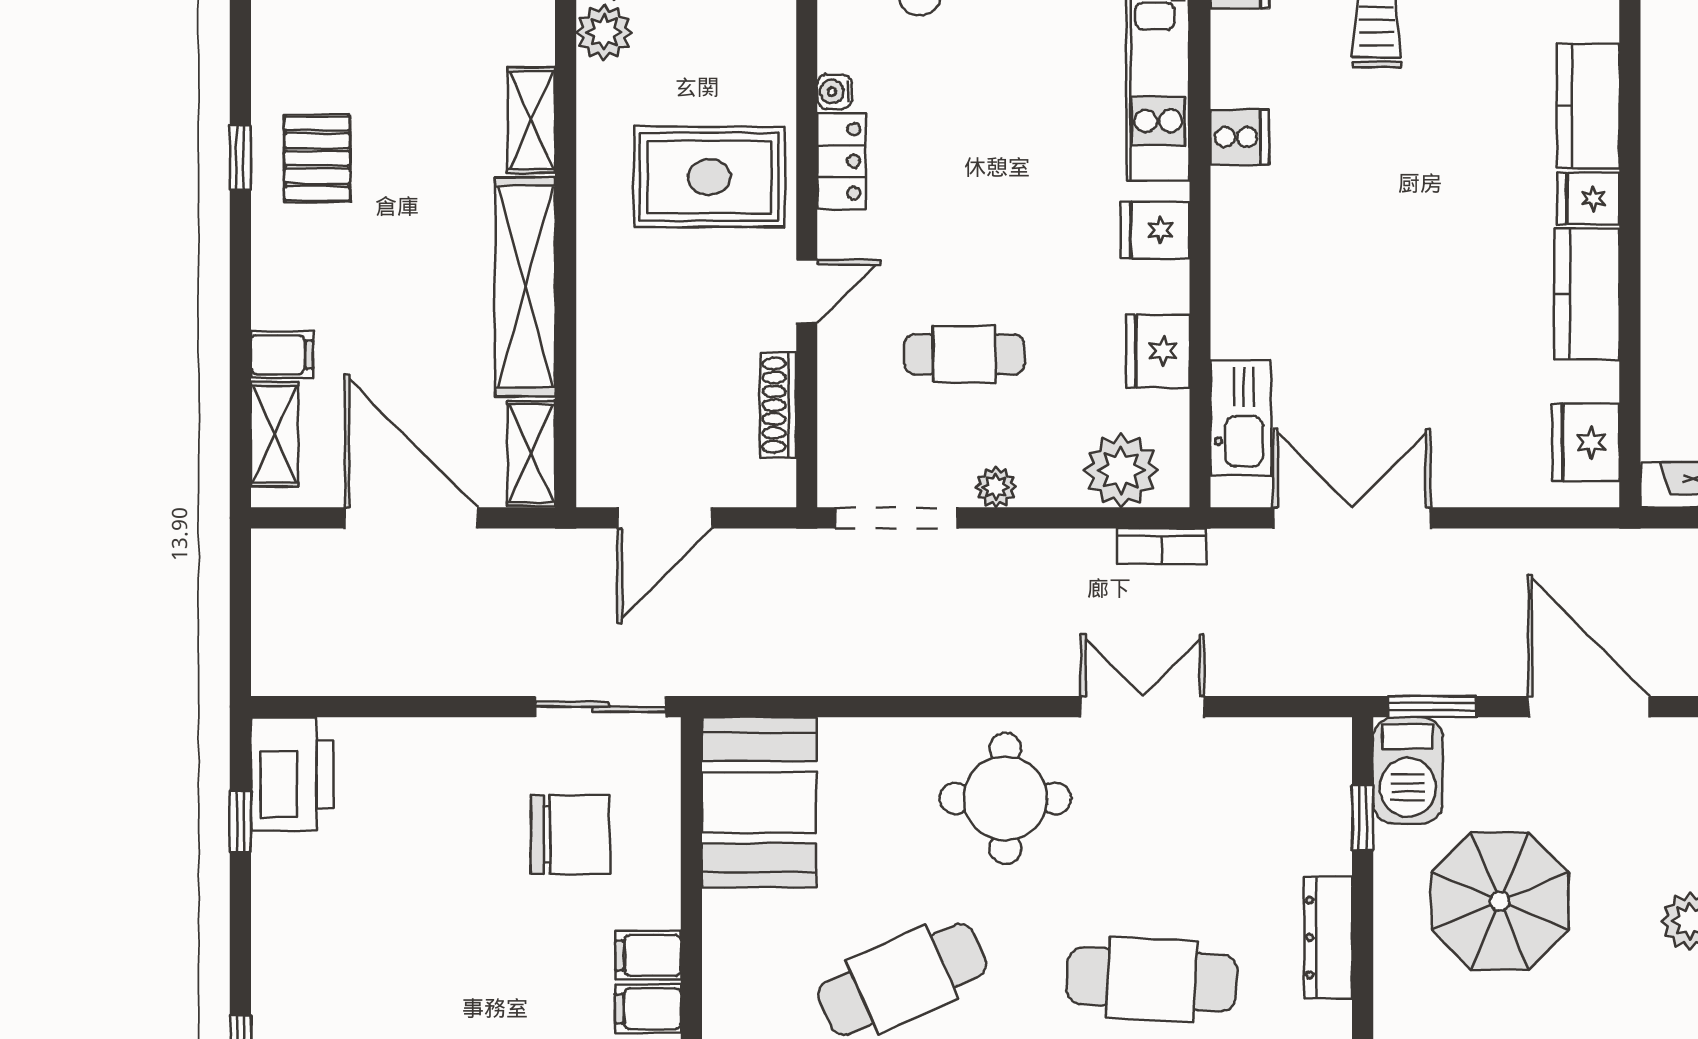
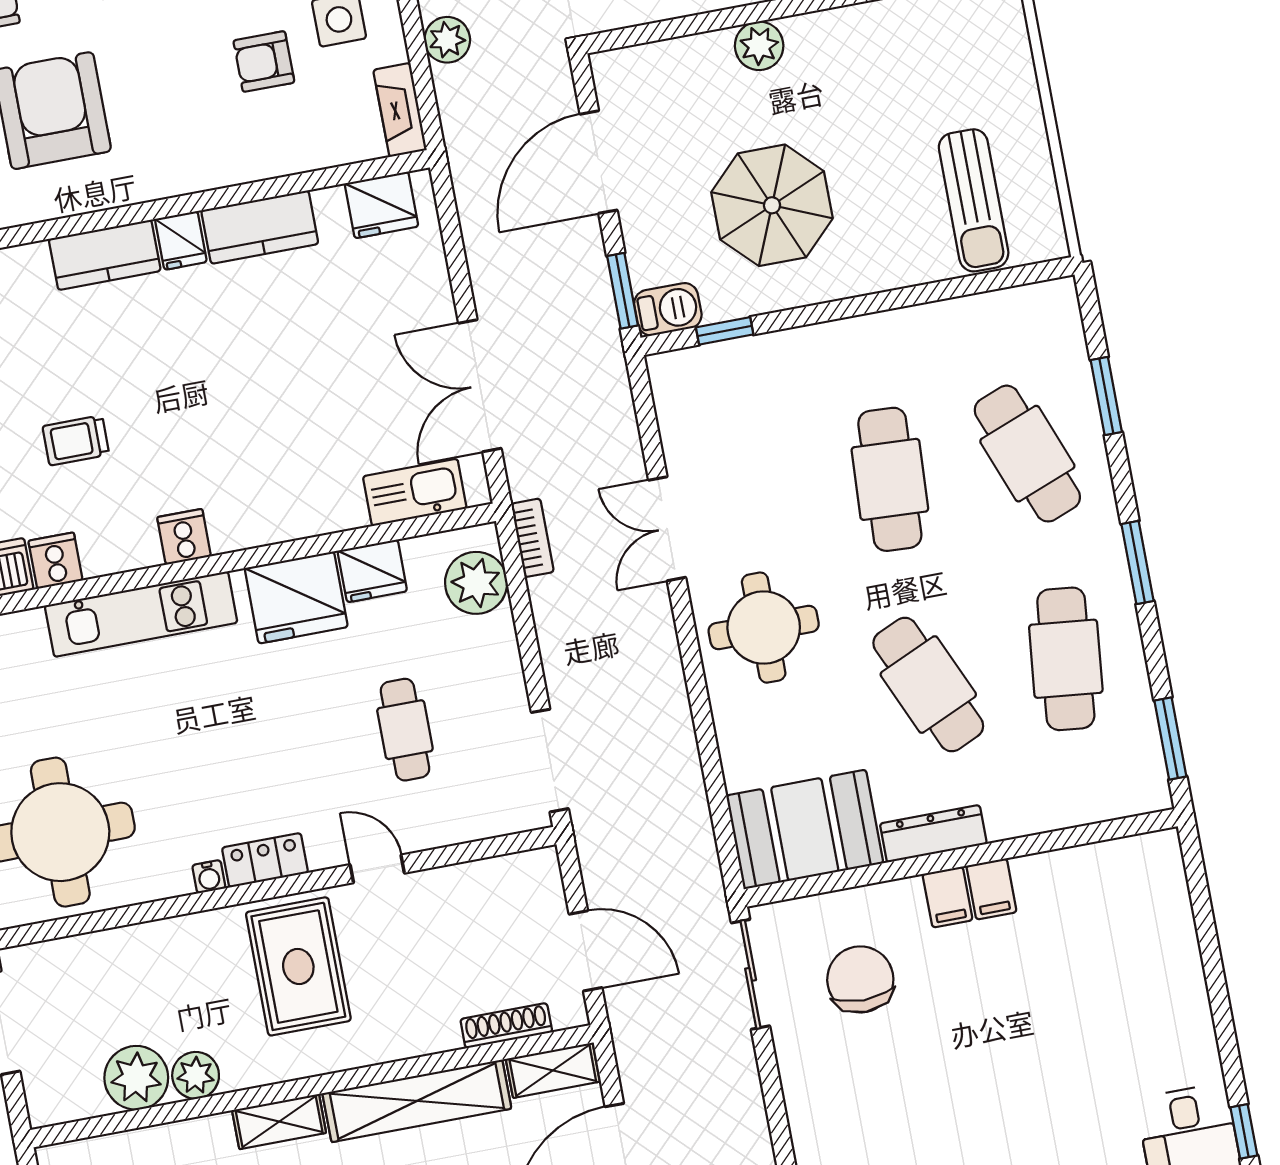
fridge: (1155, 230) -> (296, 598), width x1.88, depth x1.34
shoe rack: (778, 405) -> (506, 1026), moved, turned 180
plant: (996, 487) -> (509, 683), removed
barbecue: (1408, 770) -> (668, 309), width x0.73, depth x0.79
dresser: (1328, 938) -> (933, 834), moved, turned 180

